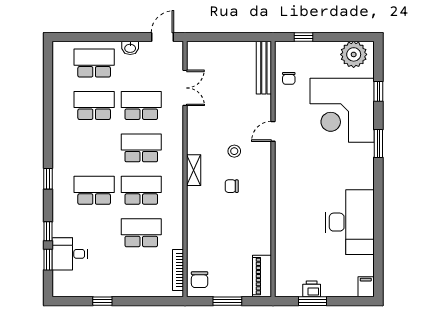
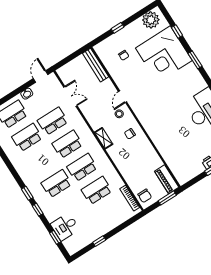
bench: (264, 68) -> (96, 65), moved
door: (273, 131) -> (123, 97), moved
wall: (273, 169) -> (136, 117), moved
window: (48, 231) -> (38, 210), moved
piano: (262, 276) -> (167, 179), moved

